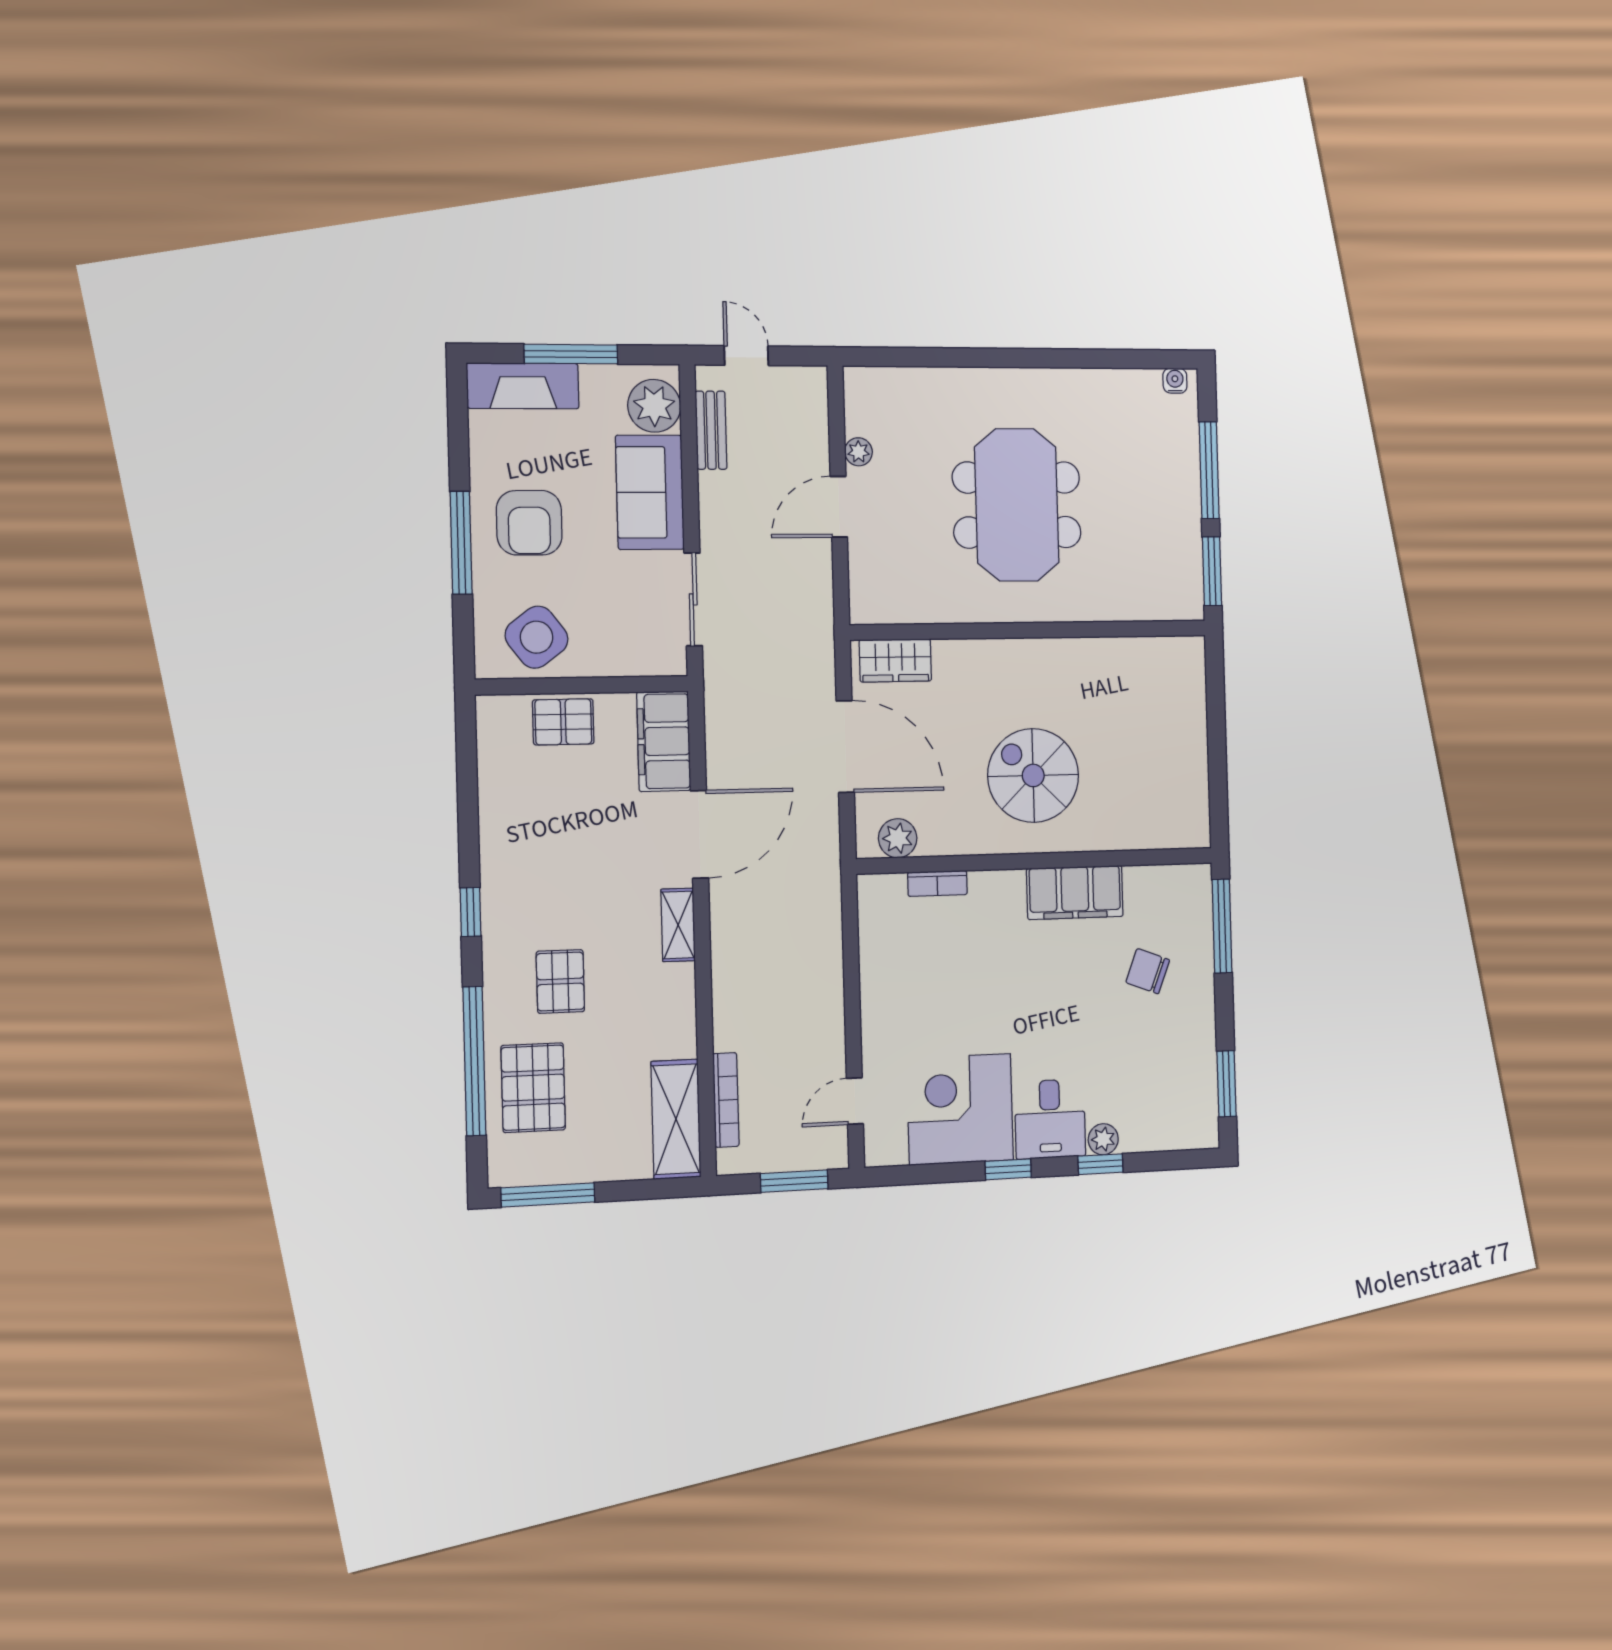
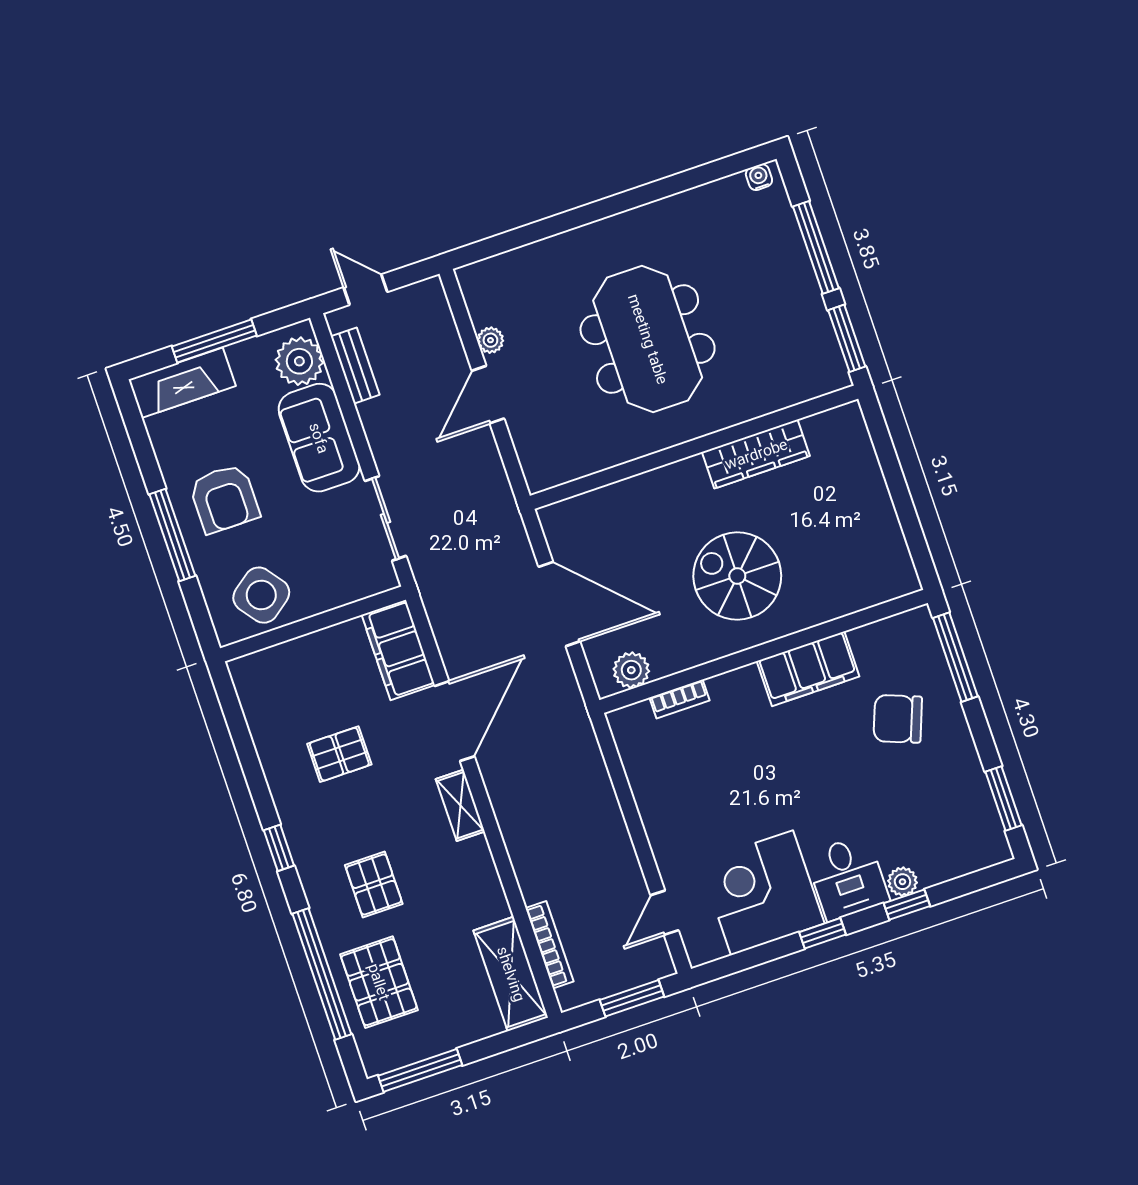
wardrobe: (895, 660) -> (756, 454), moved, width x1.50
pallet: (563, 722) -> (339, 754), moved
chair: (1148, 971) -> (898, 719), width x1.37, depth x1.37

